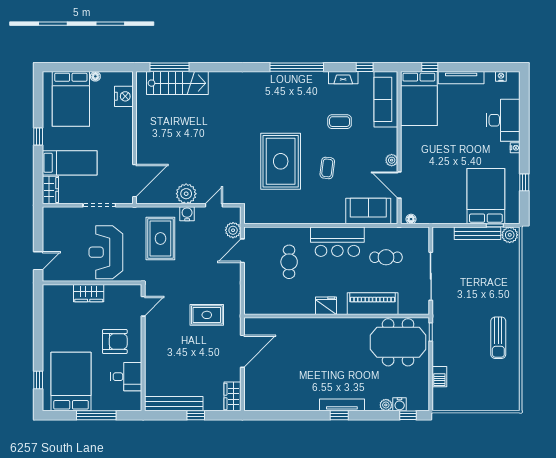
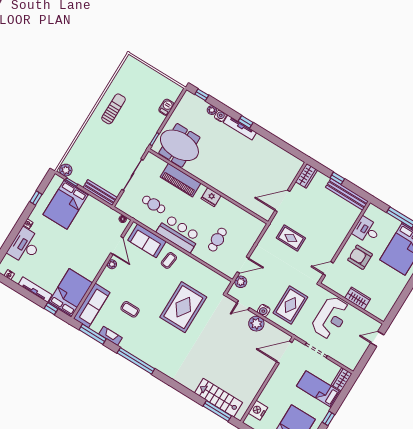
window: (365, 67) -> (93, 334), width x2.17
coffee table: (327, 168) -> (169, 260), moved
bench: (477, 233) -> (100, 193), moved
water cooler: (400, 404) -> (220, 116), moved

